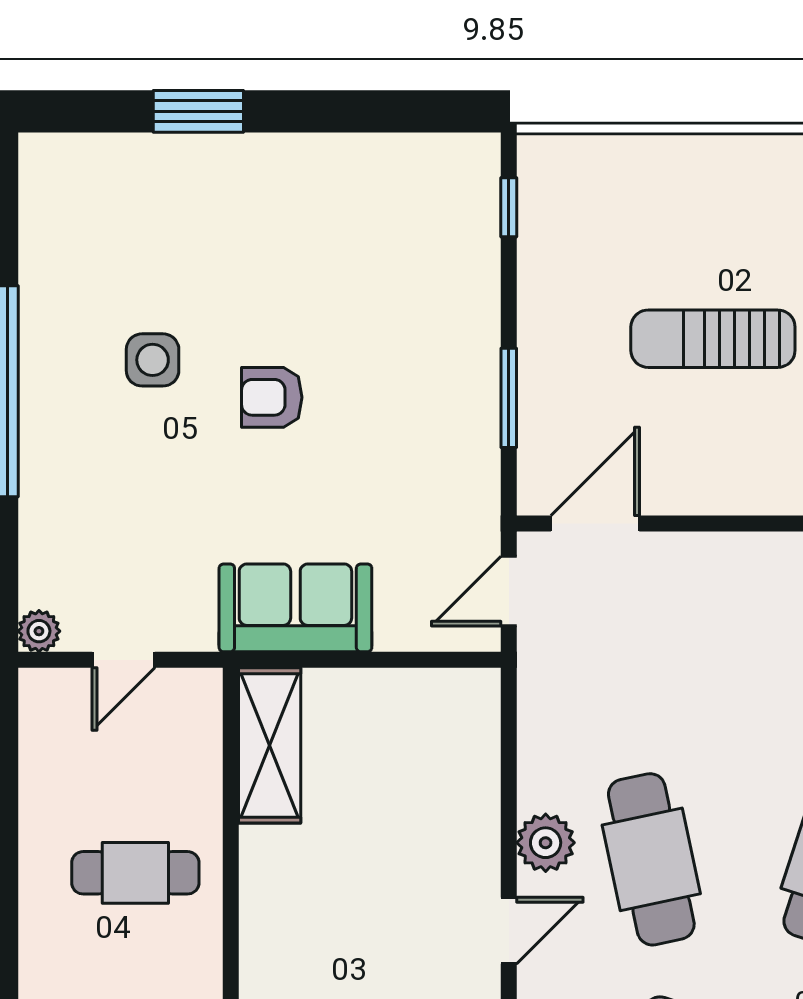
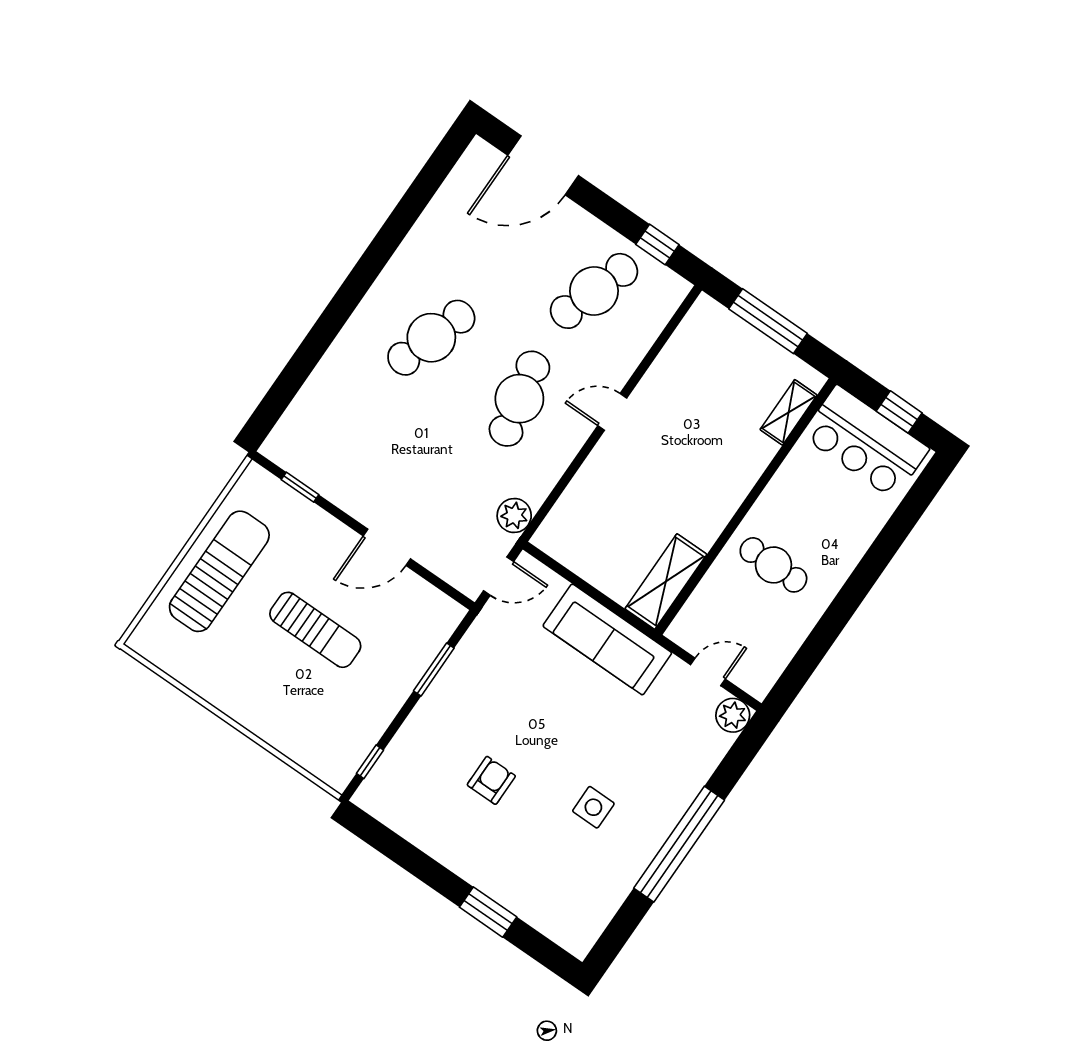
armchair: (272, 397) -> (491, 780), moved, turned -90
door: (595, 523) -> (387, 547), moved
sofa: (295, 608) -> (607, 639), width x1.36
plant: (39, 631) -> (733, 715), width x1.38, depth x1.38
plant: (546, 843) -> (514, 515), moved

